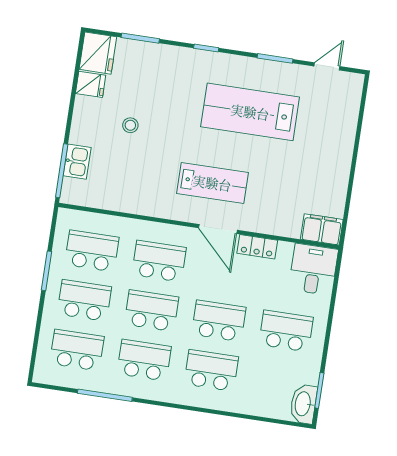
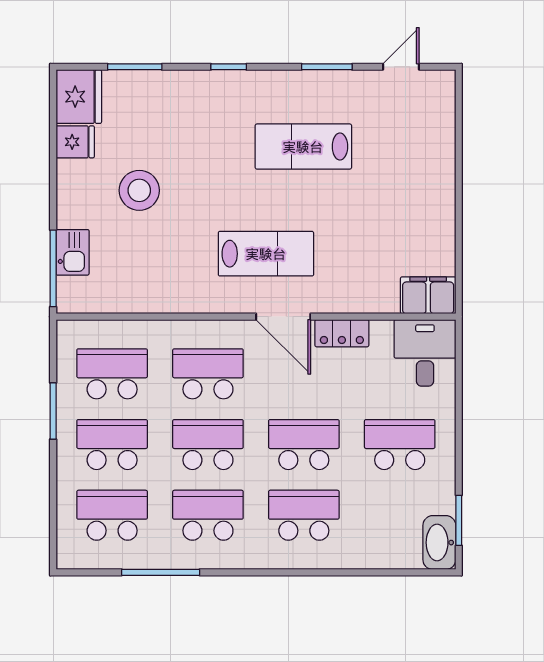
lab bench: (250, 112) -> (303, 147), width x0.73, depth x0.72
stool: (130, 125) -> (139, 190), width x1.89, depth x1.89

